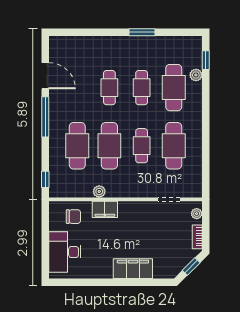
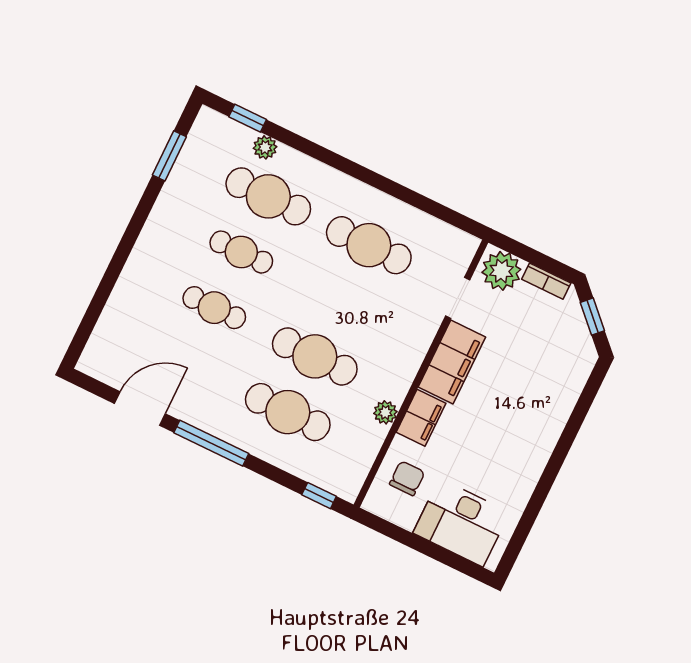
window: (142, 32) -> (169, 156), moved
cafe table: (142, 146) -> (342, 301), removed
plant: (197, 214) -> (501, 271), width x1.88, depth x1.88
filing cabinet: (133, 269) -> (452, 362), moved, turned 180

